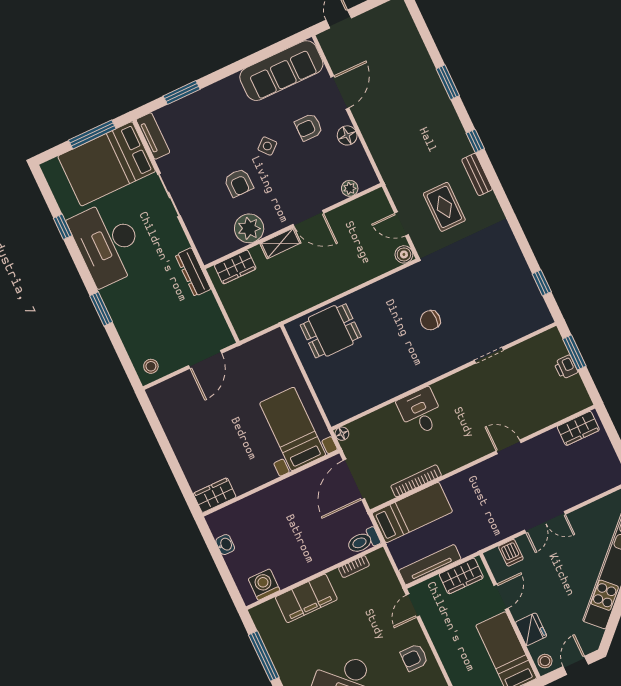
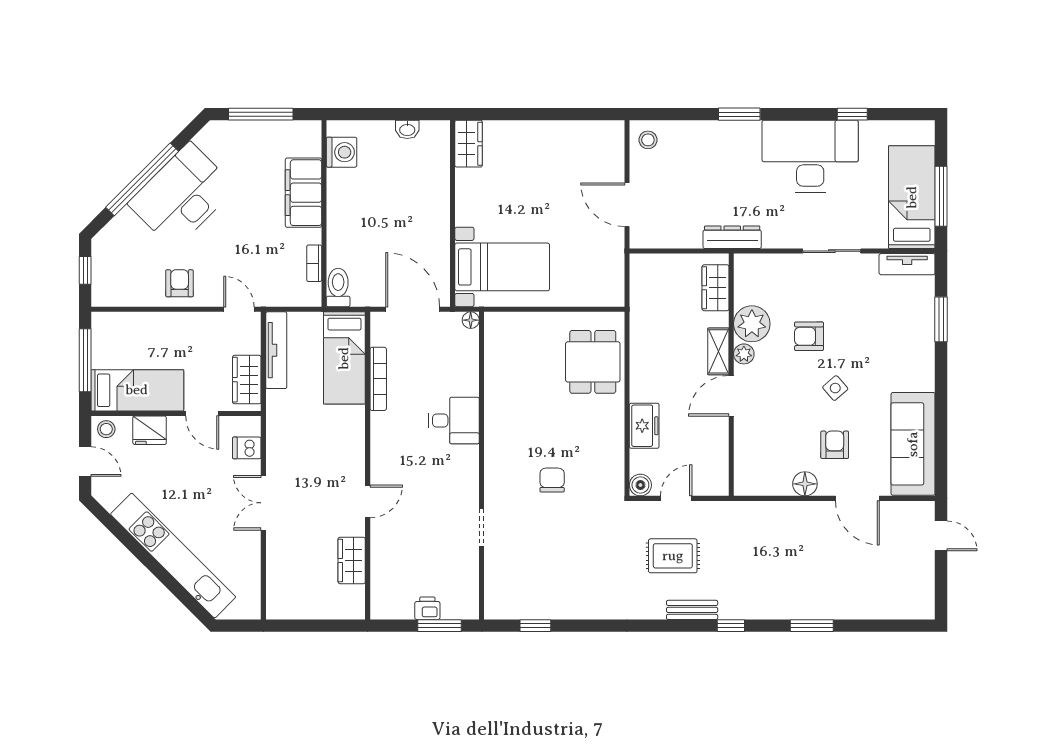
bed: (107, 164) -> (912, 197), width x0.67
plant: (350, 188) -> (744, 354), moved
freezer: (360, 272) -> (644, 426), added
wardrobe: (578, 428) -> (352, 560), moved

